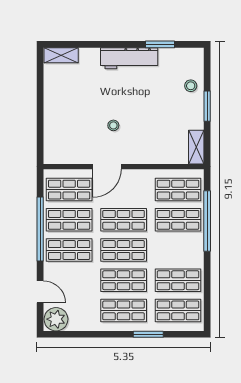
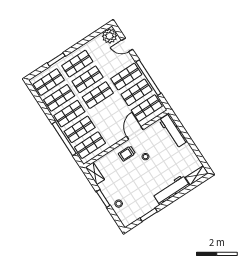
workbench: (129, 58) -> (171, 190), moved
workbench: (54, 136) -> (173, 131), added
trolley: (136, 146) -> (127, 154), added
shop shelf: (124, 220) -> (69, 114), moved

